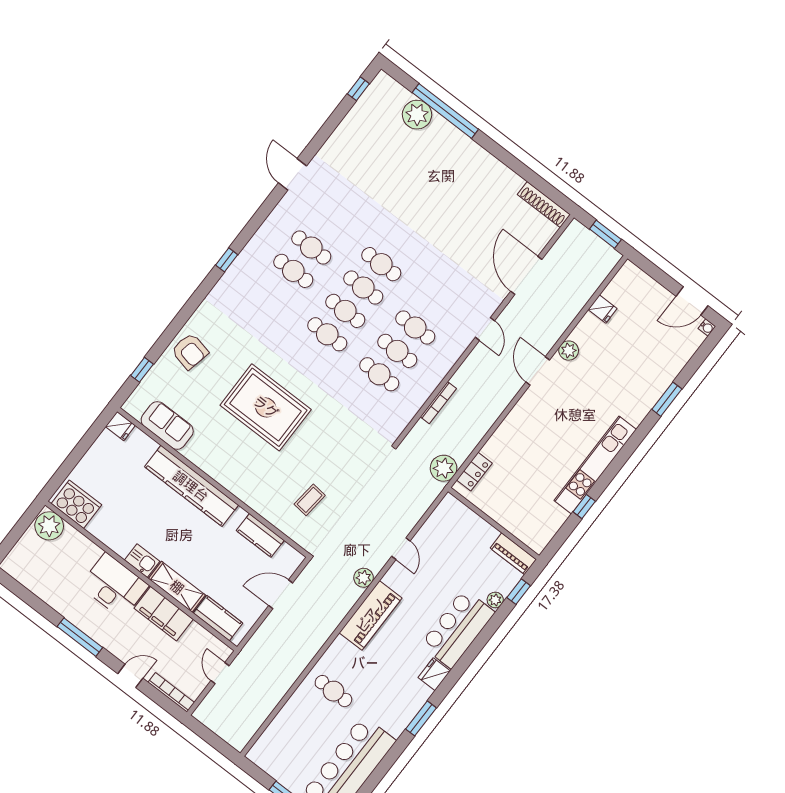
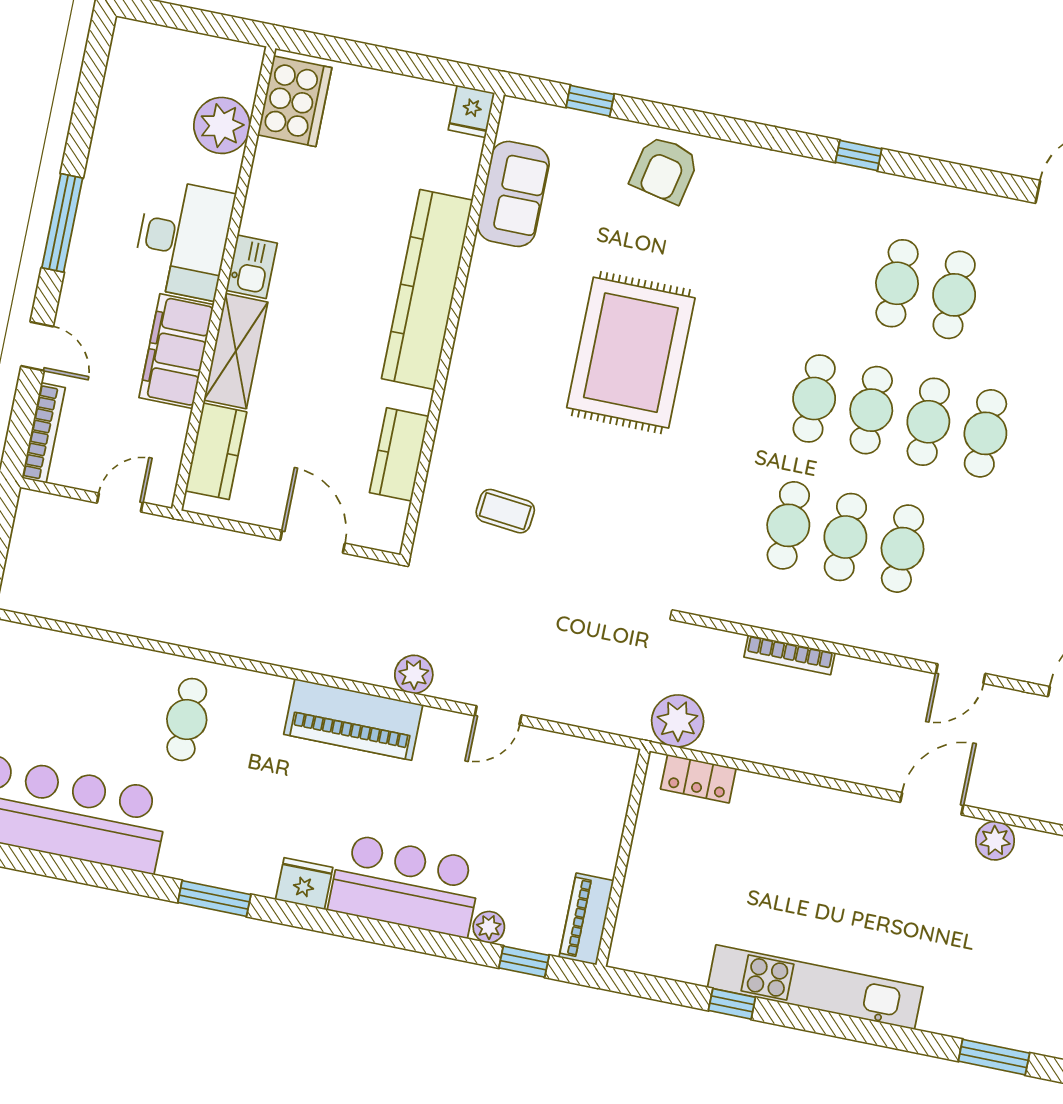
plant: (49, 526) -> (222, 125), moved

